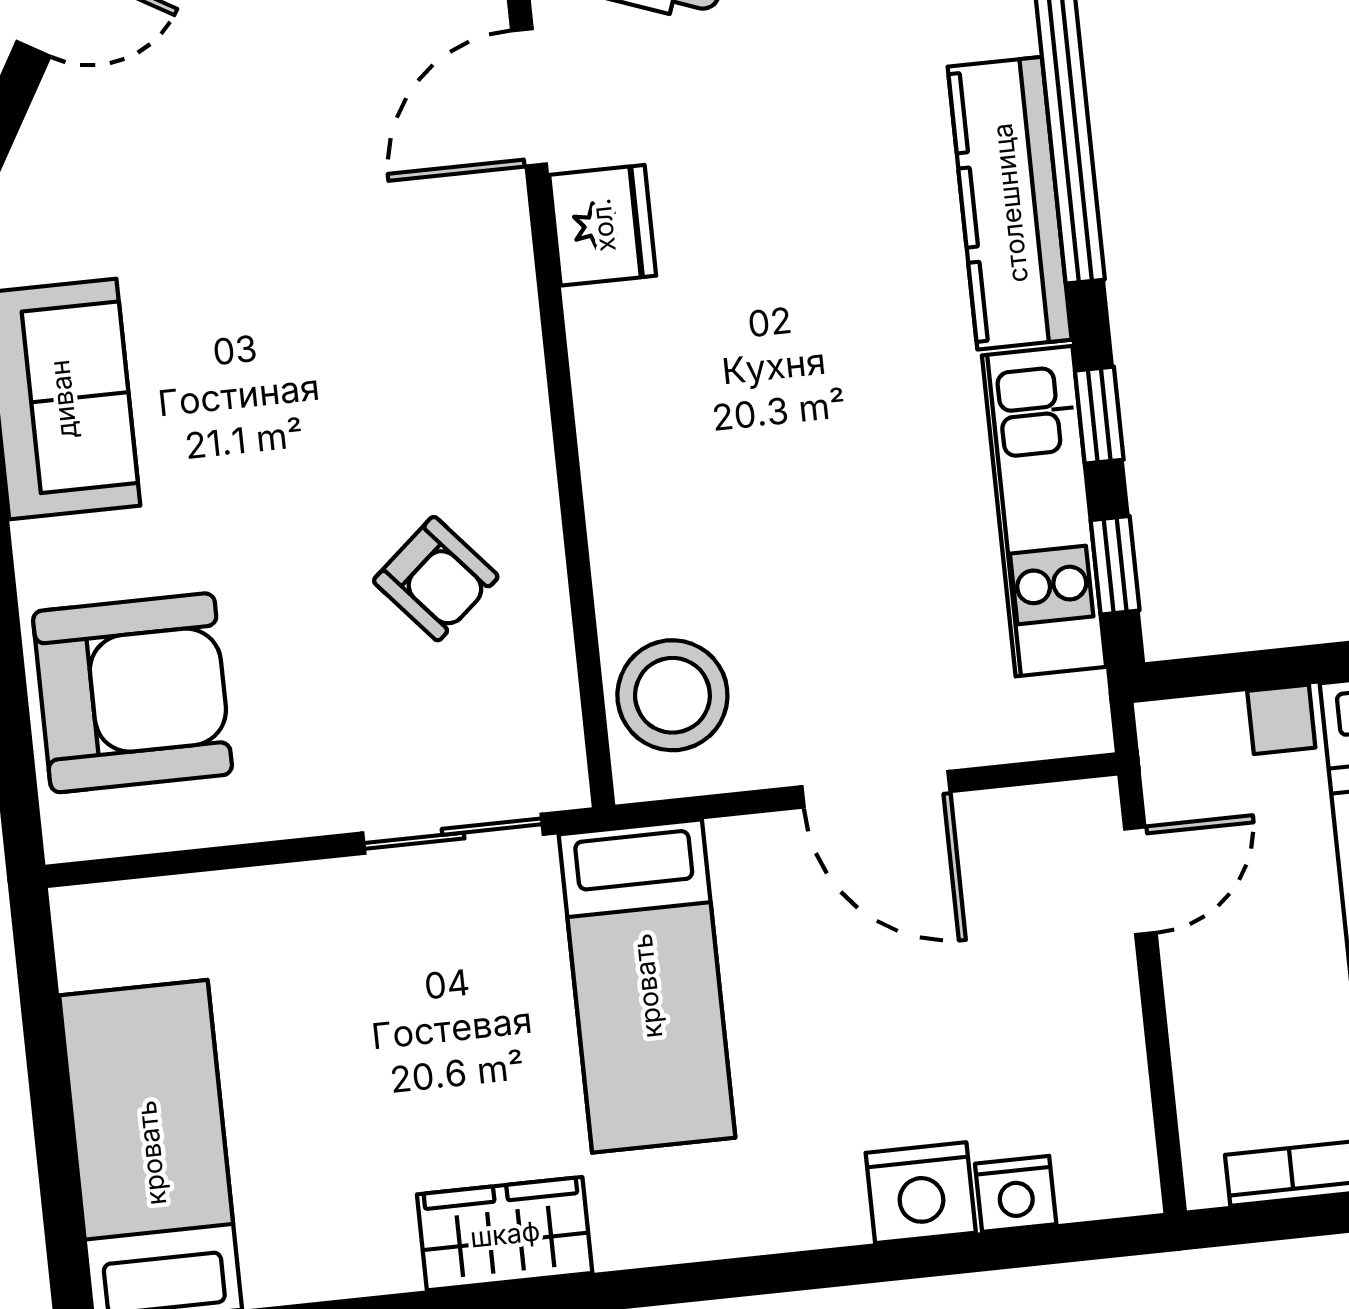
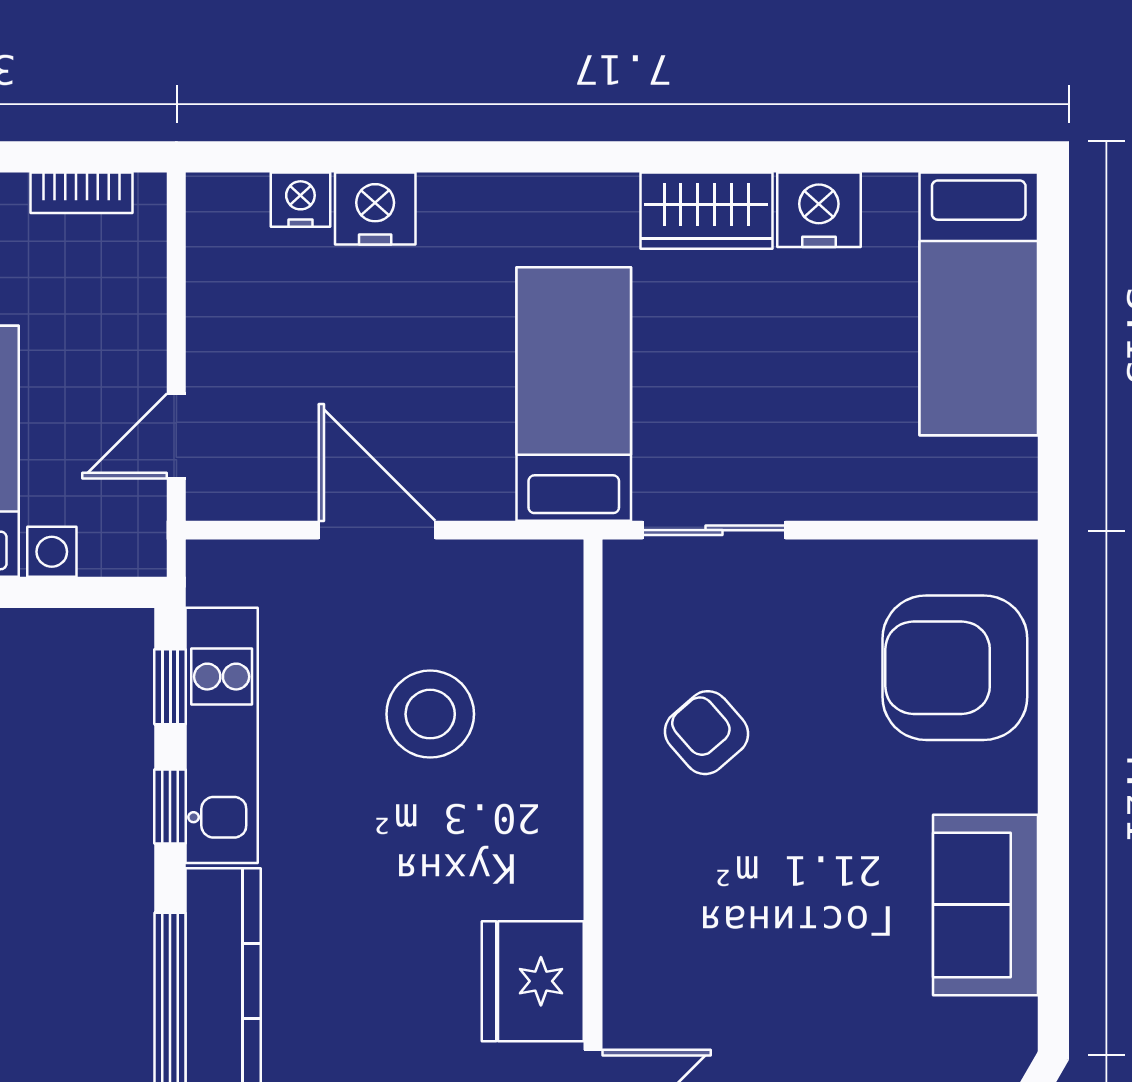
fridge: (603, 225) -> (533, 981), width x1.36, depth x1.34
stool: (672, 695) -> (430, 714), moved
nightstand: (364, 1250) -> (819, 210), added

